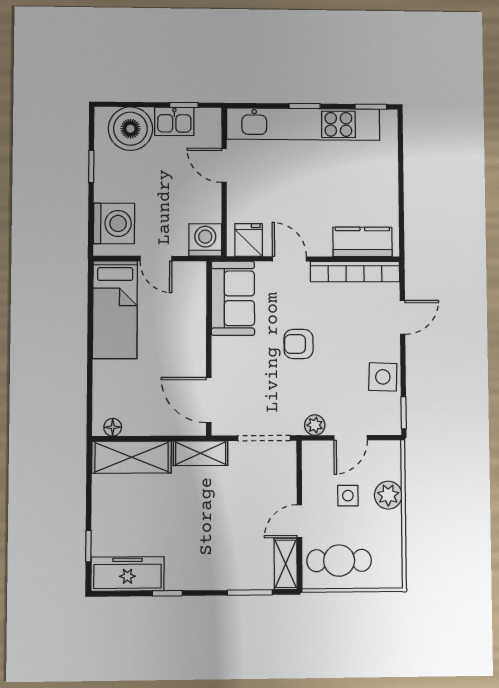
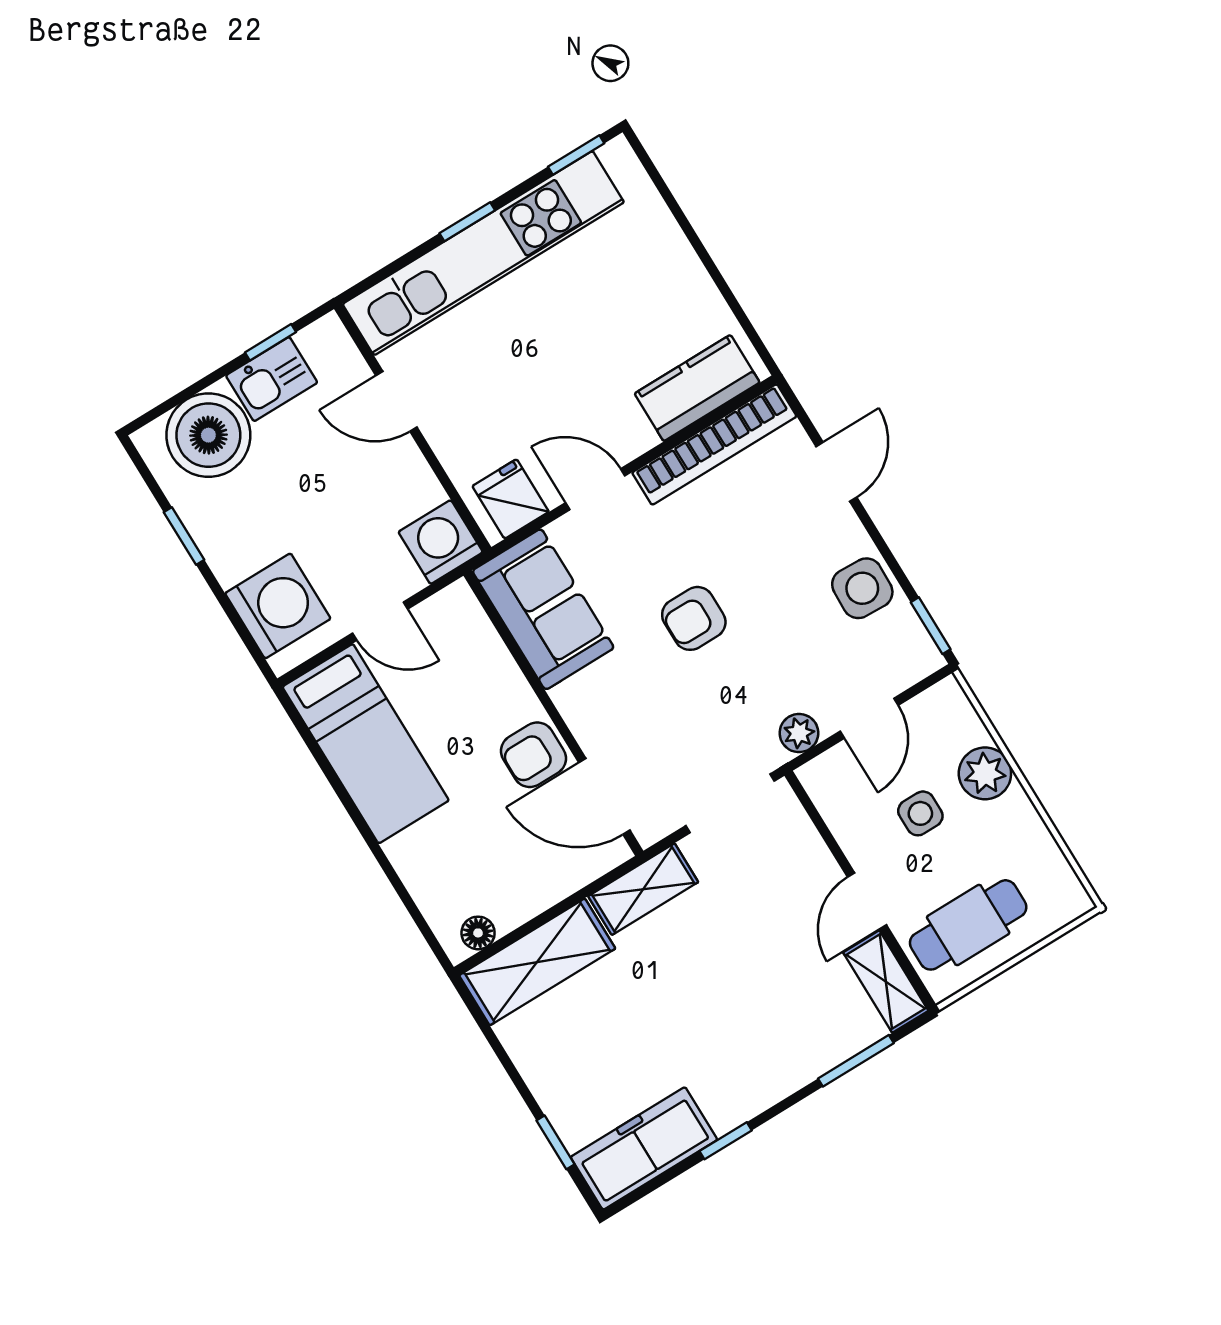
armchair: (188, 361) -> (533, 755), added

